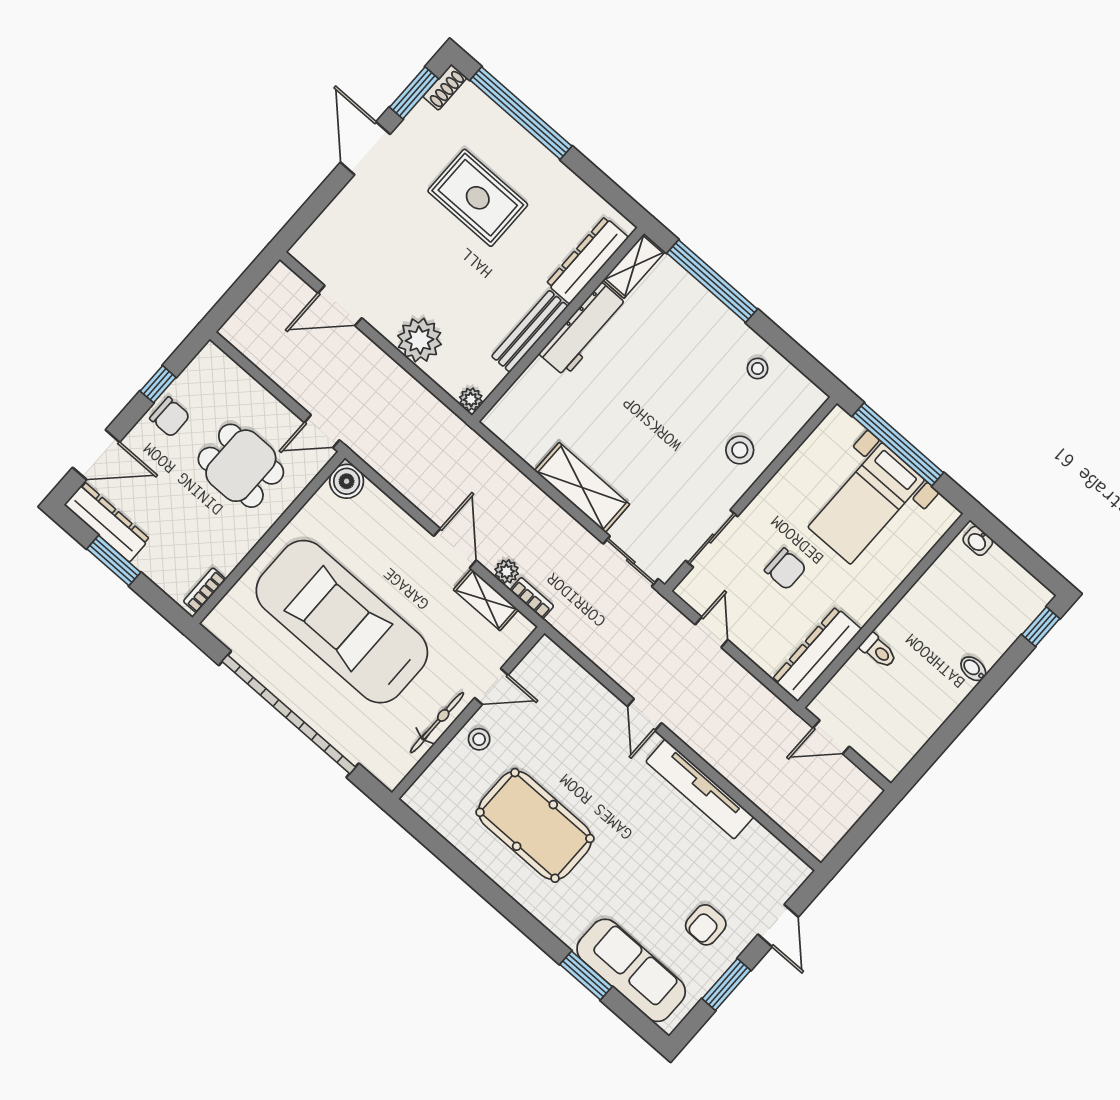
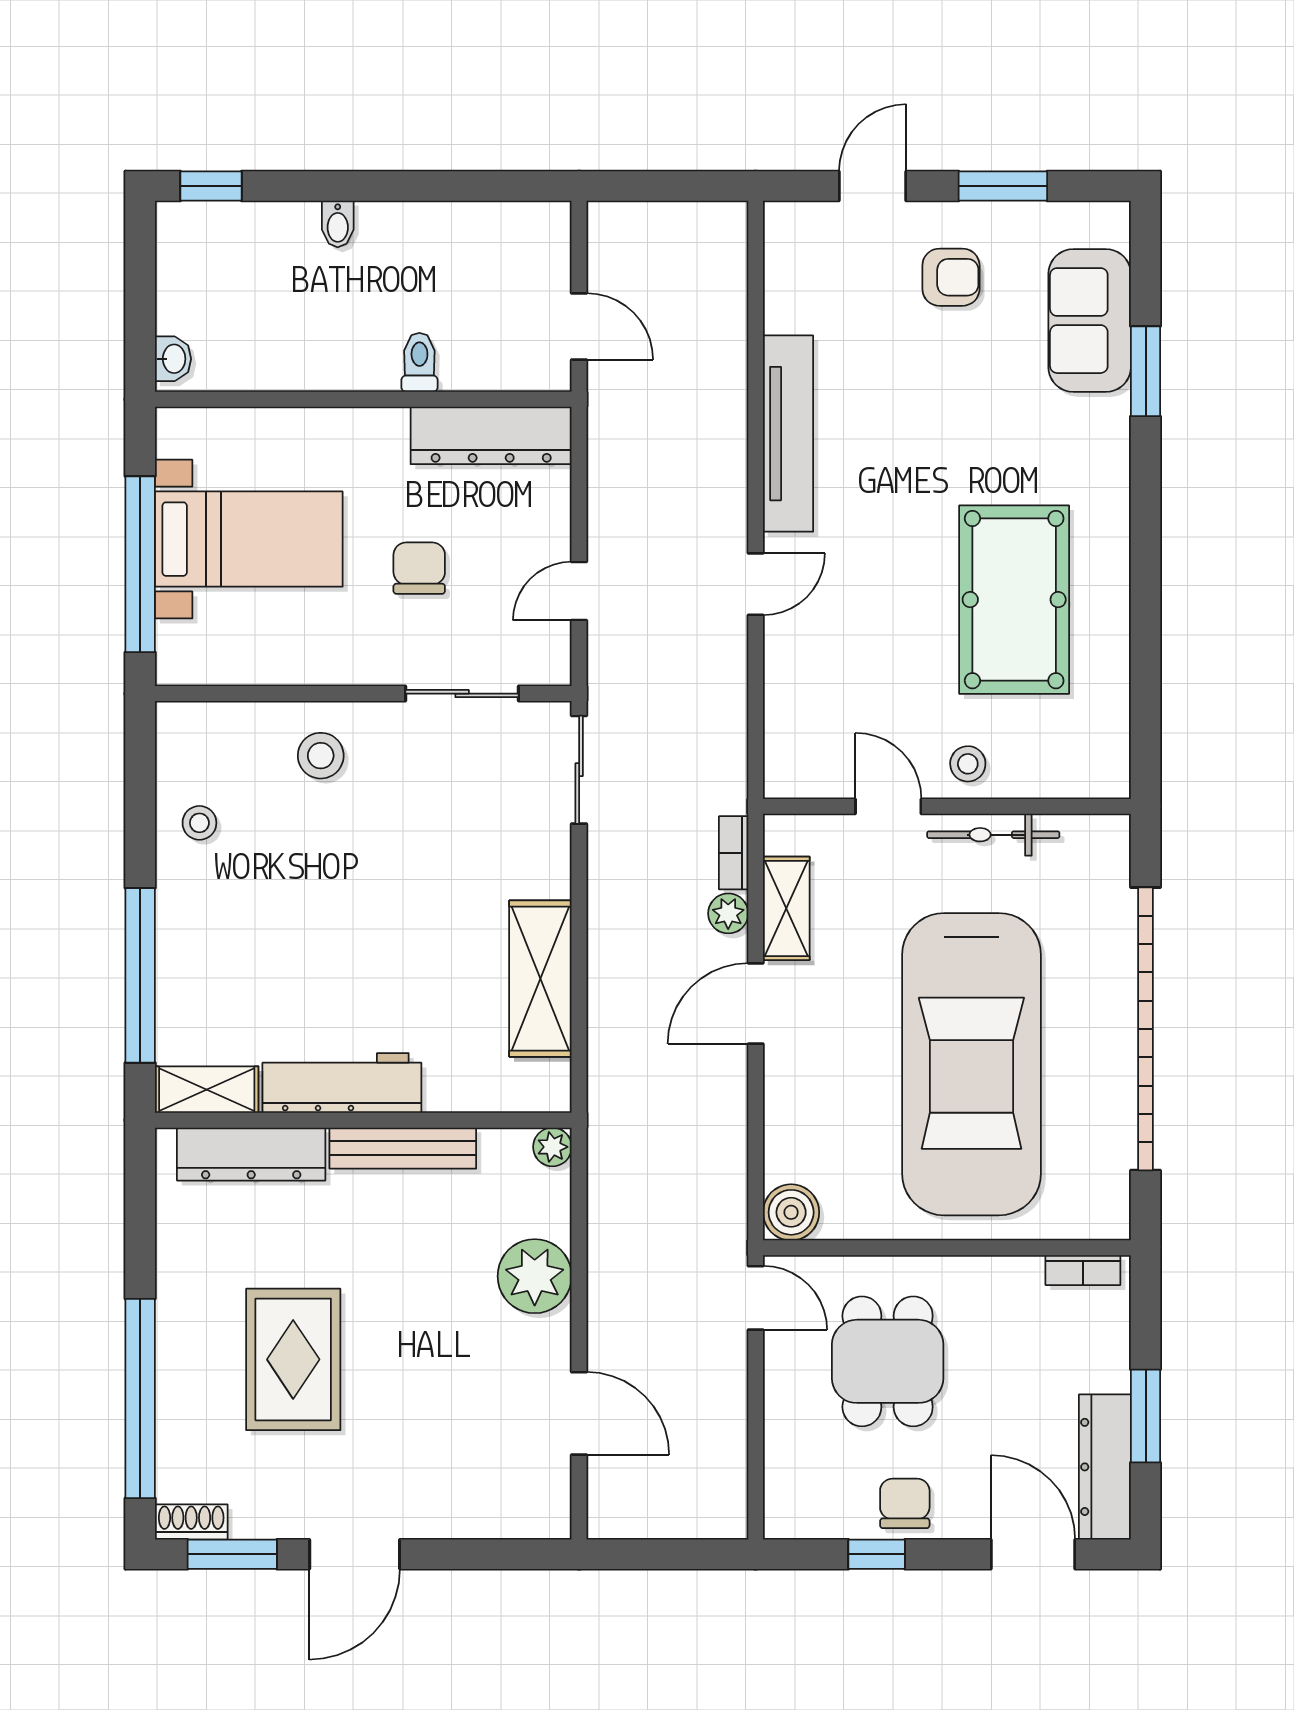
shelving: (582, 487) -> (540, 979), moved
sofa: (631, 970) -> (1090, 321), width x0.73

